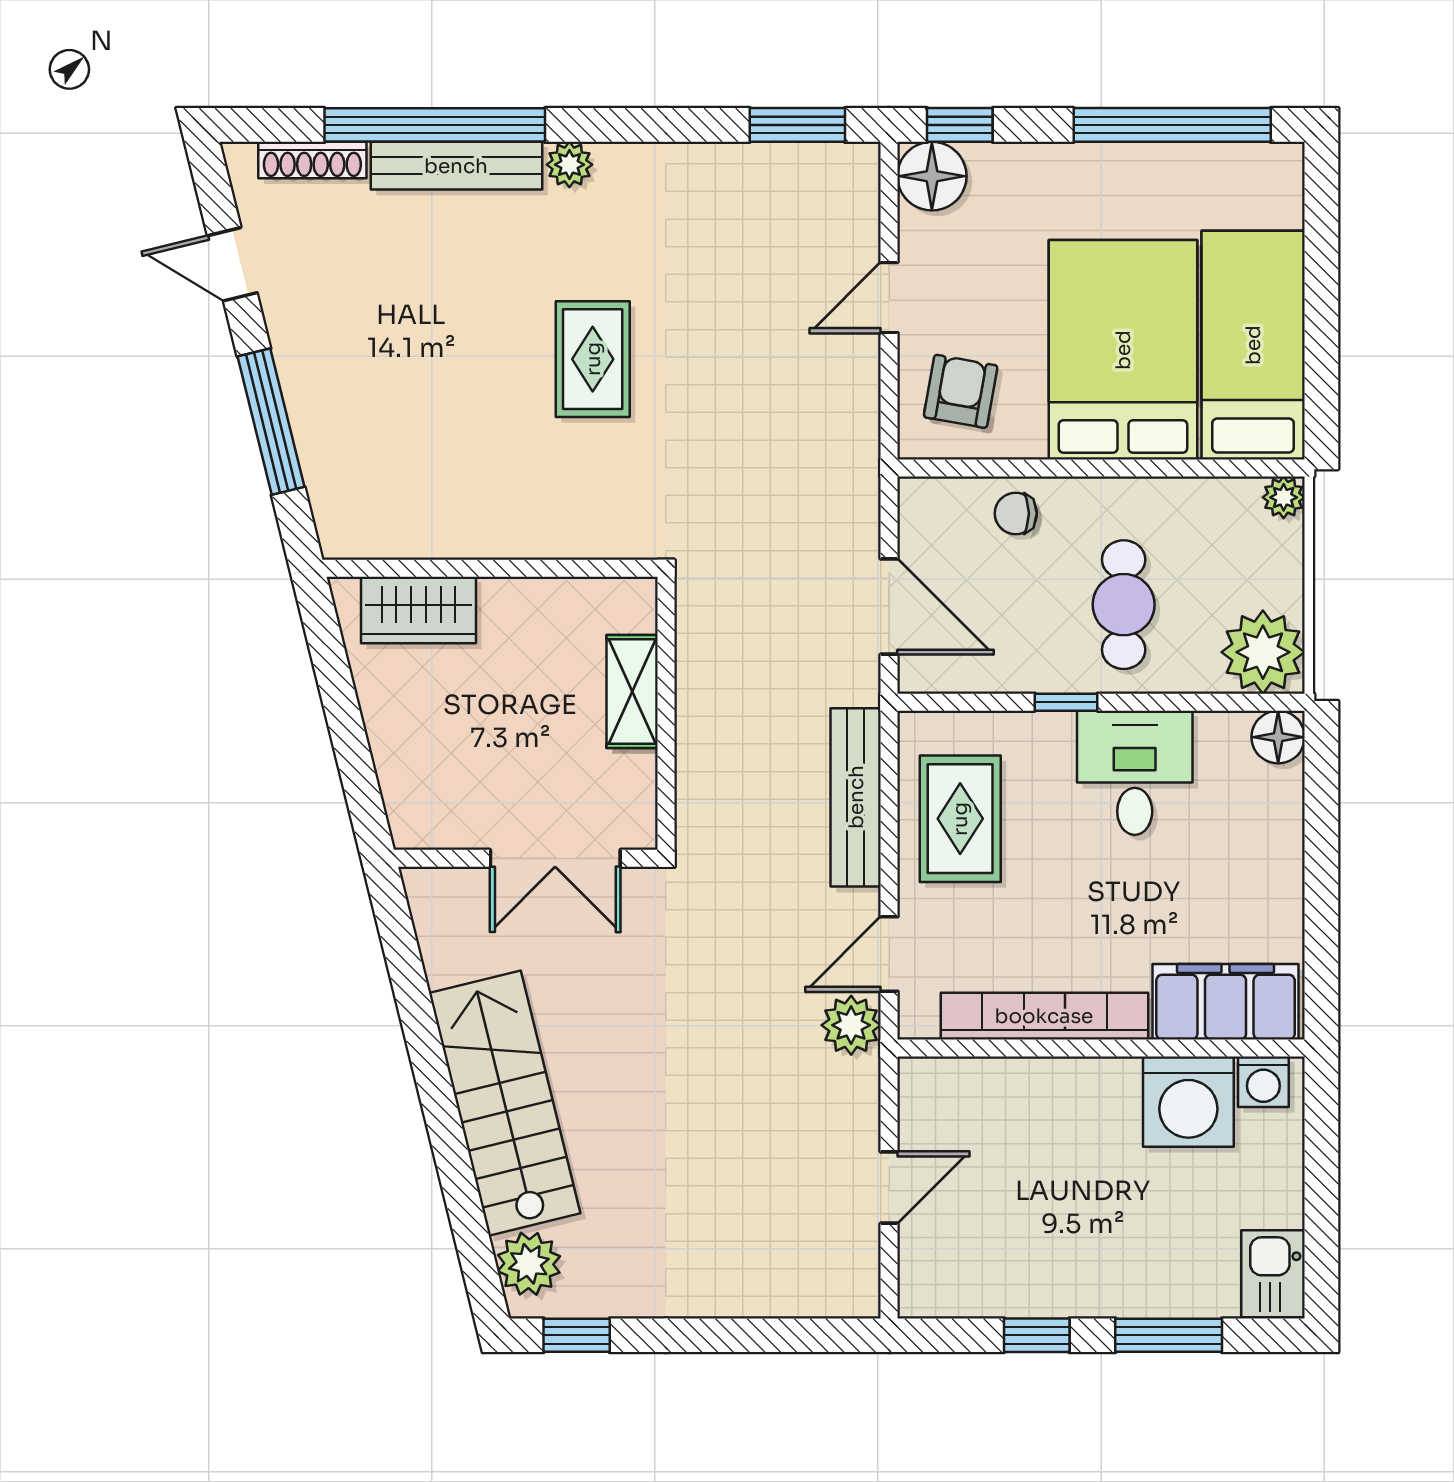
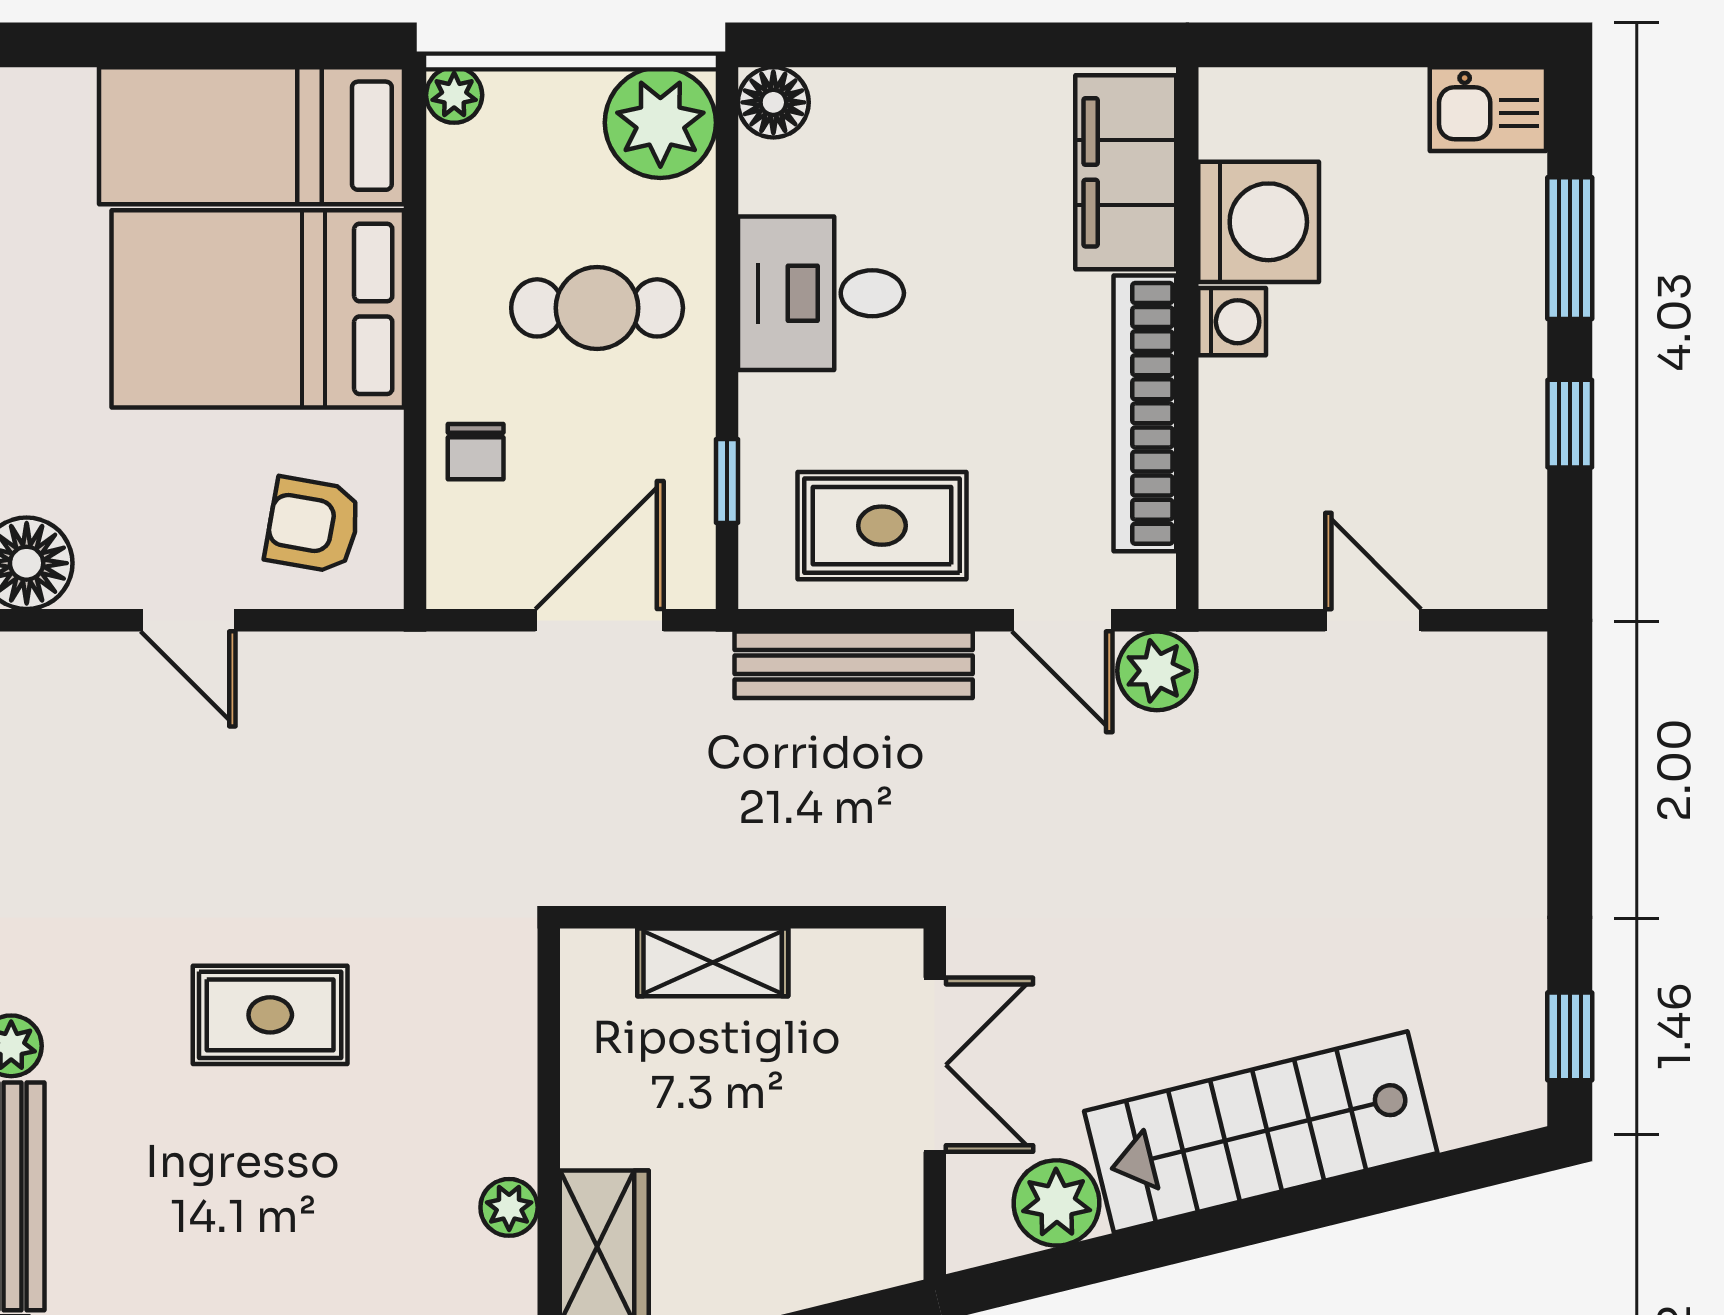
plant: (448, 539) -> (509, 1207), added
window: (1066, 702) -> (727, 481), moved
washing machine: (1263, 1082) -> (1232, 322), moved
plant: (529, 1264) -> (1056, 1203), moved

